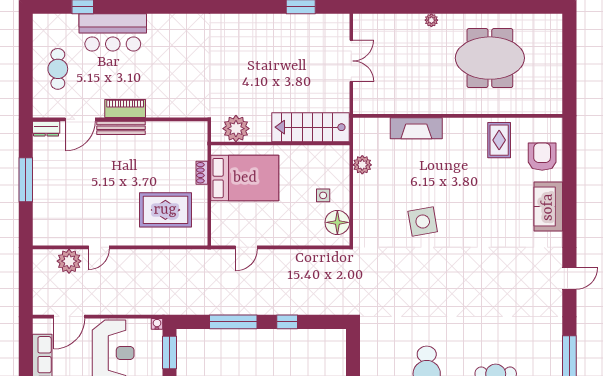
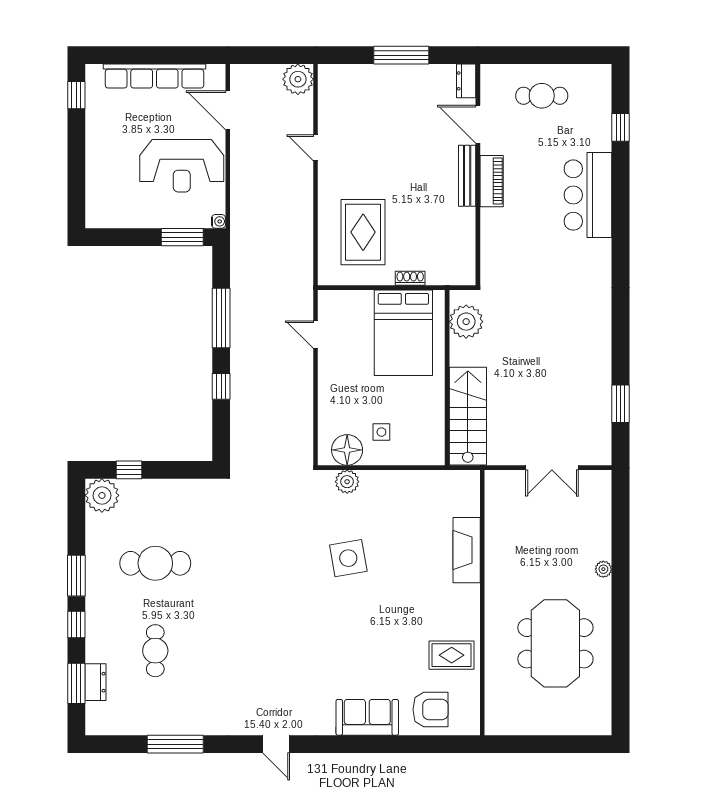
bar counter: (113, 32) -> (588, 195), moved
plant: (362, 165) -> (347, 482), moved
plant: (69, 261) -> (298, 79), moved

